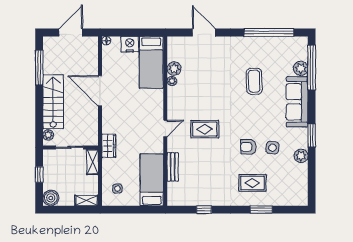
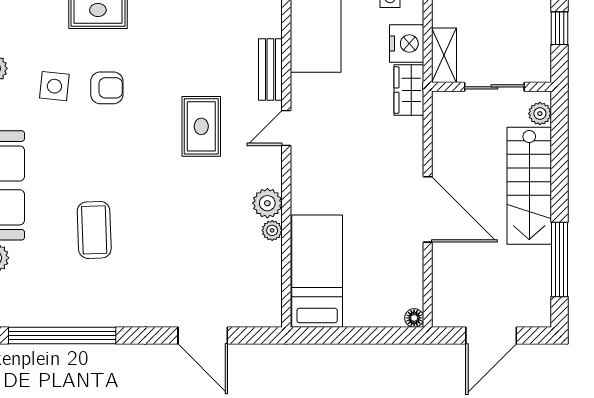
nightstand: (130, 44) -> (407, 44), moved, turned -90
plant: (174, 68) -> (267, 203), moved
rug: (205, 129) -> (201, 126), turned 90
bench: (173, 167) -> (270, 69), moved

